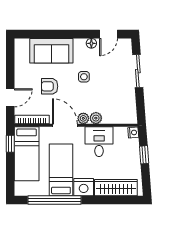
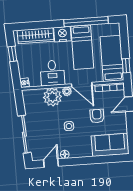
sofa: (51, 51) -> (110, 145), moved
sliding door: (138, 71) -> (24, 134), width x1.37
armchair: (50, 86) -> (97, 116), turned -90
plant: (96, 118) -> (52, 97), width x1.87, depth x1.87
window: (144, 155) -> (12, 54), moved

